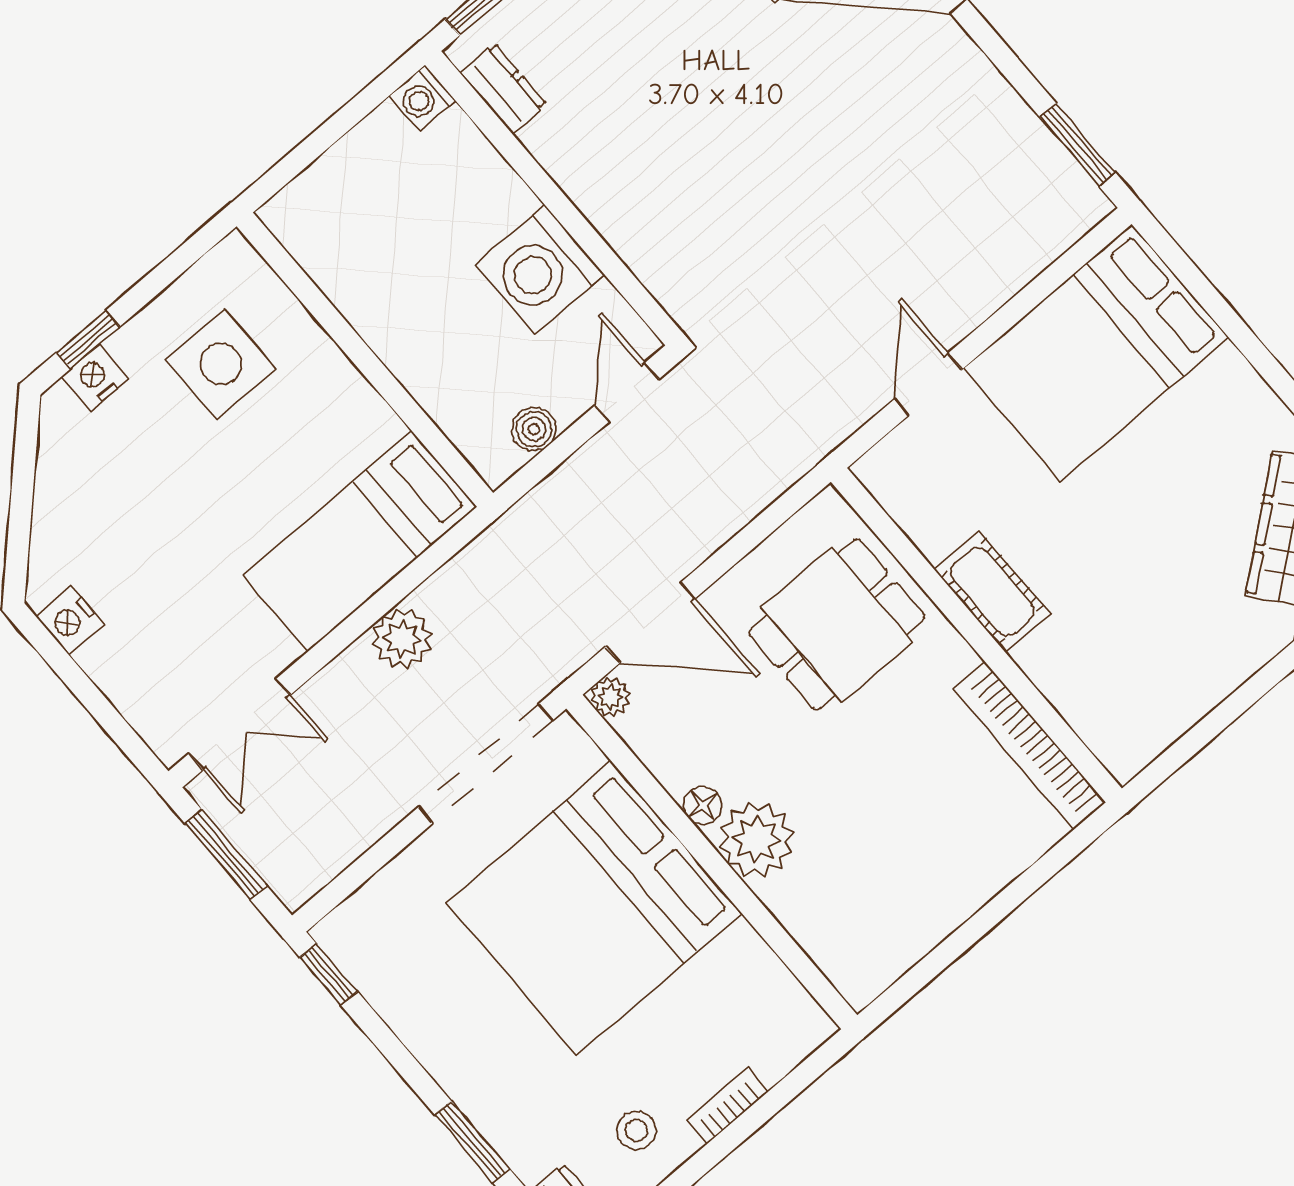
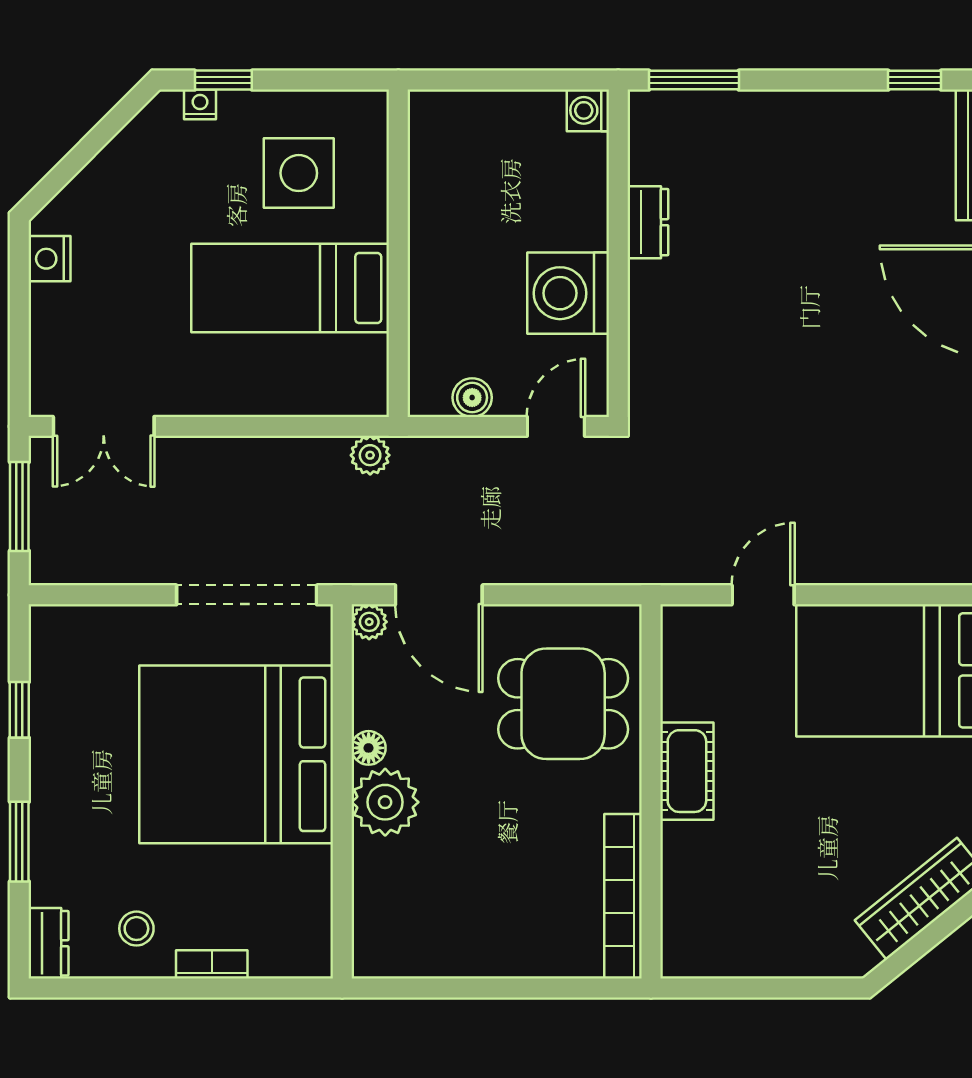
dresser: (503, 88) -> (648, 222), moved
nightstand: (95, 378) -> (200, 104), width x0.72, depth x0.74
bed: (360, 541) -> (290, 288), moved
plant: (402, 639) -> (370, 455), moved, width x0.73, depth x0.73
window: (329, 974) -> (19, 710), moved

